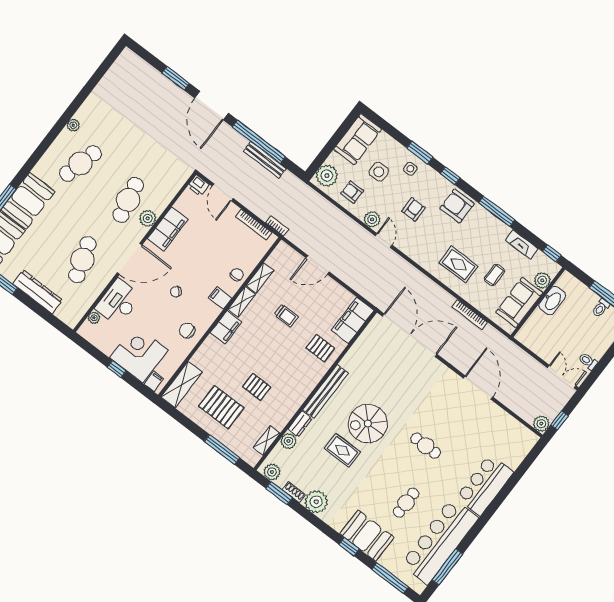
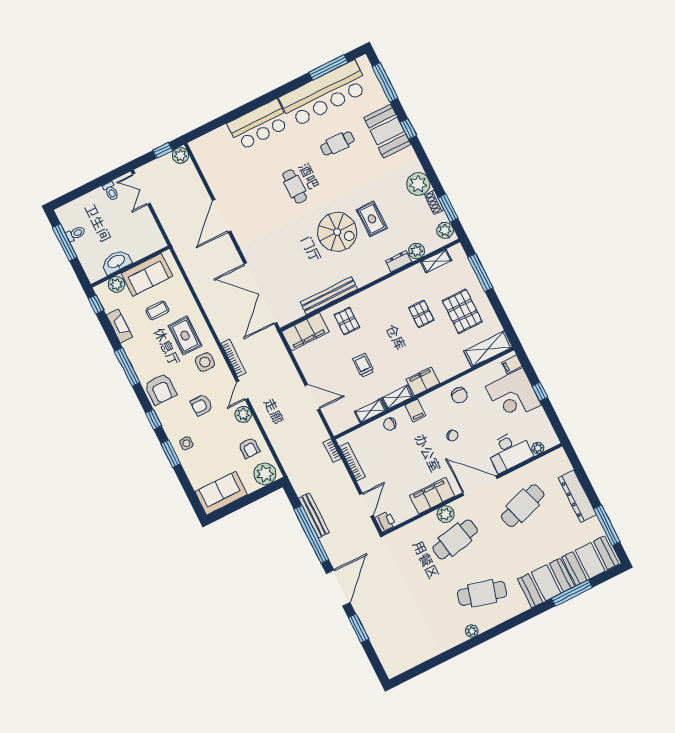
side table: (379, 172) -> (205, 362), moved
bookcase: (470, 315) -> (233, 358), moved
bench: (326, 391) -> (329, 296), moved

